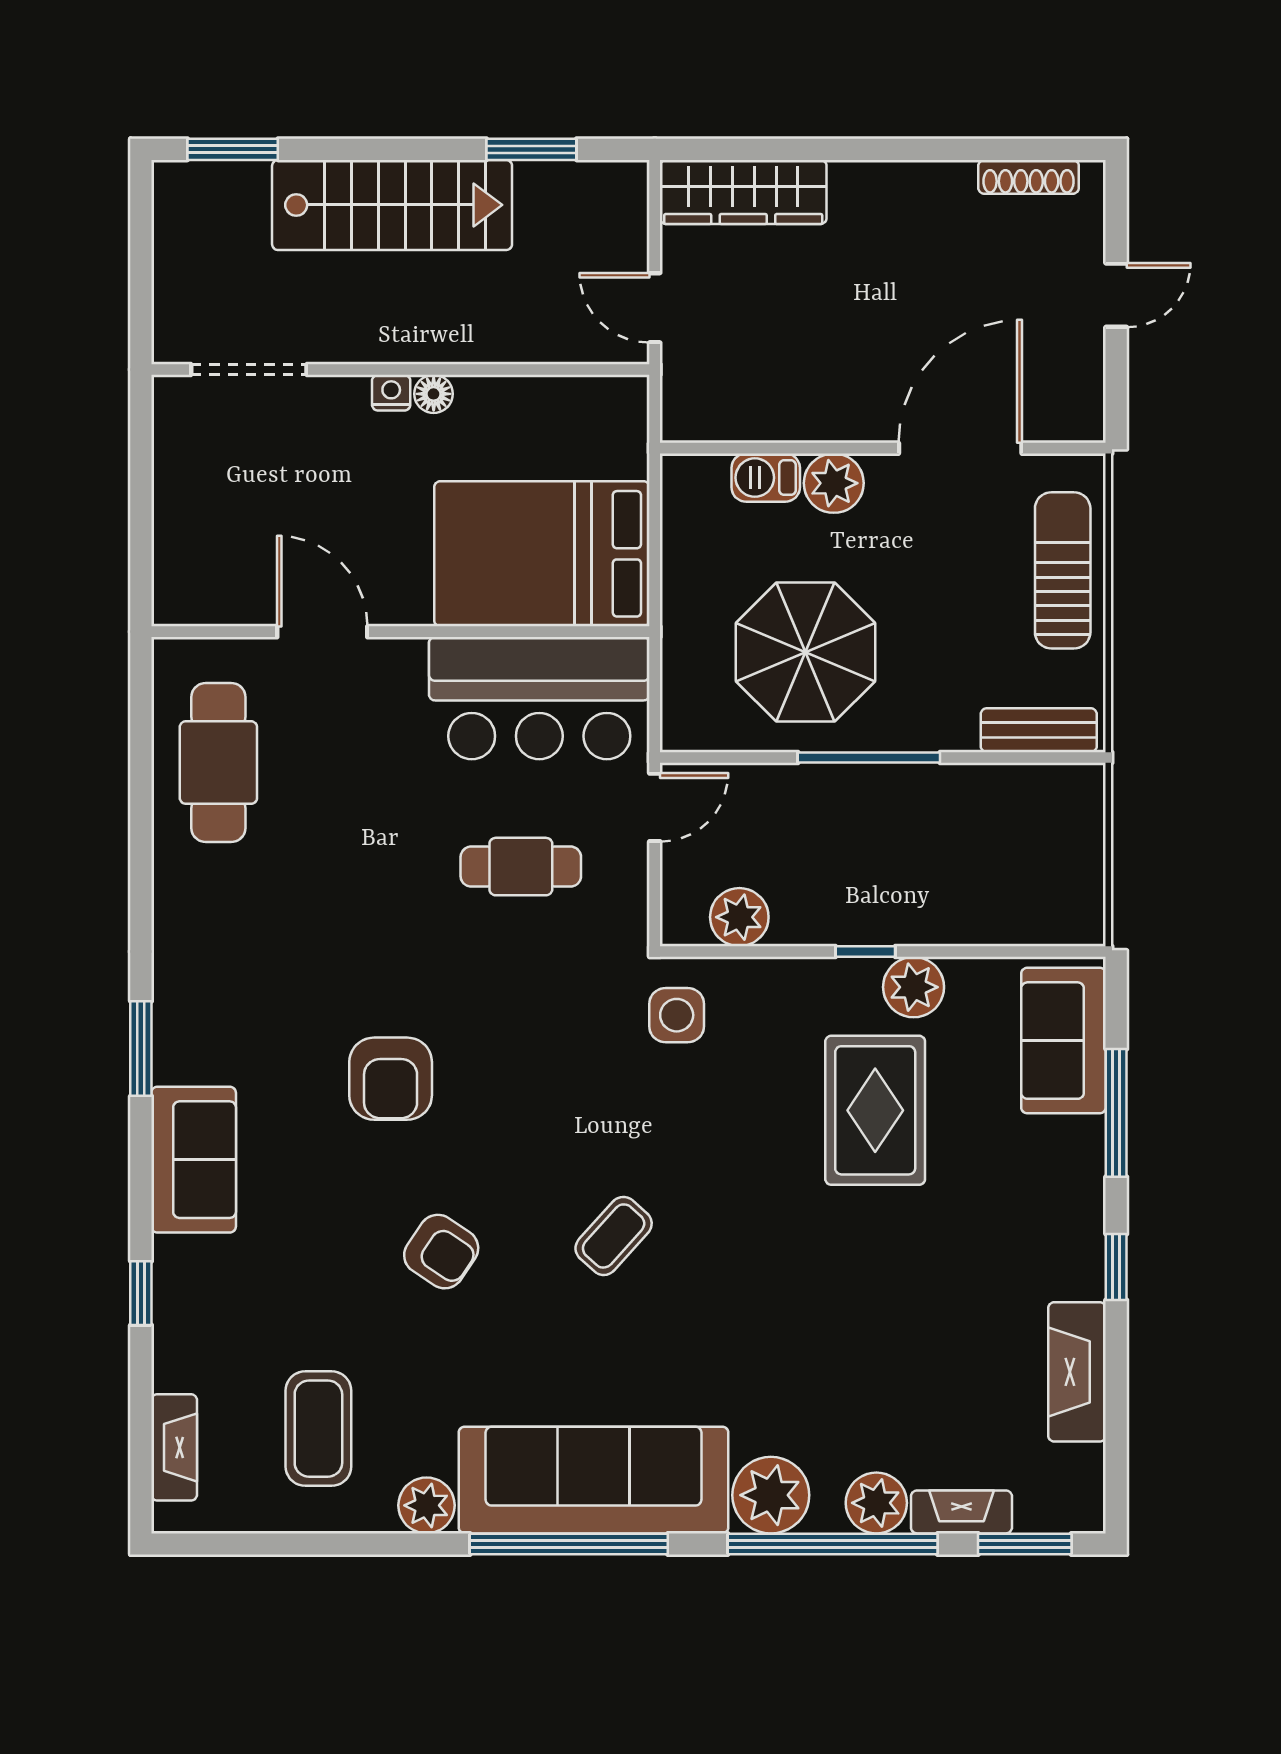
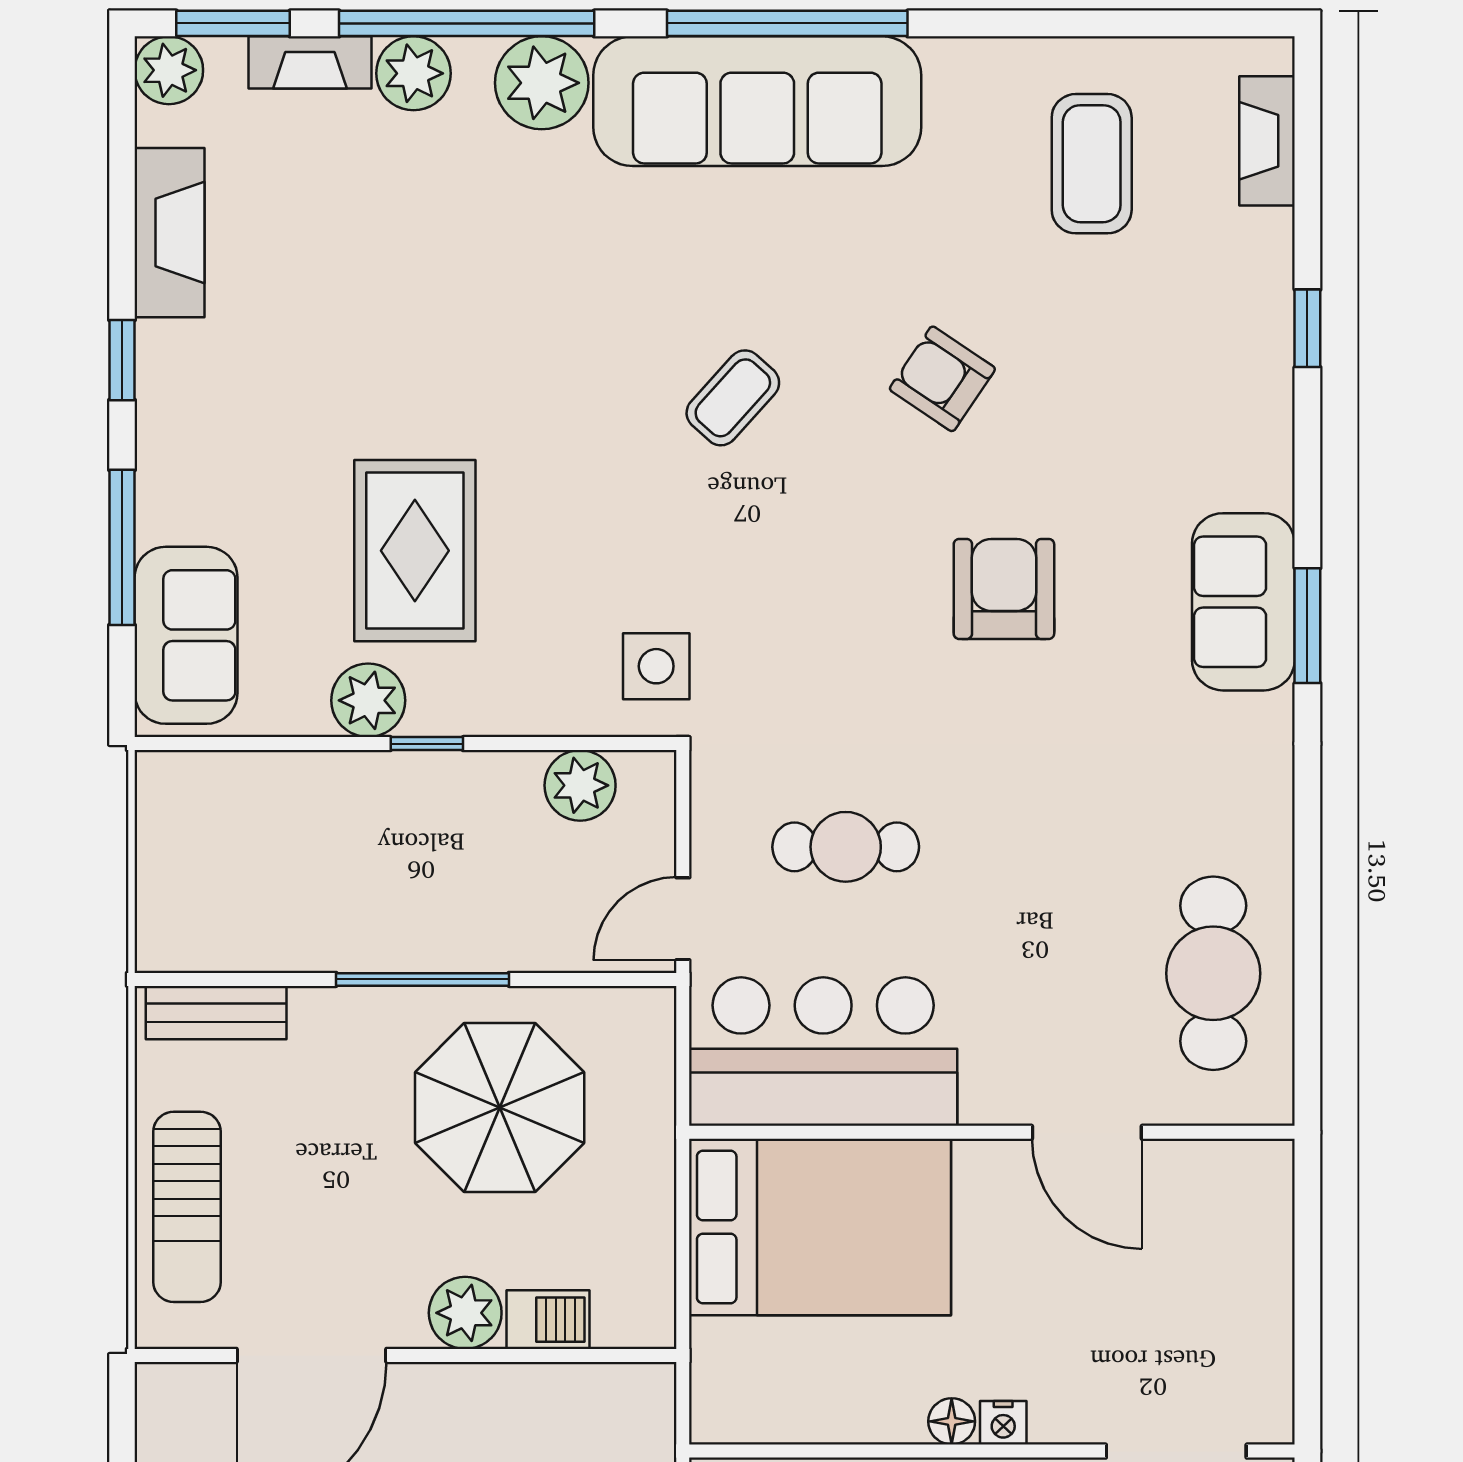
sofa: (194, 1160) -> (1243, 602), moved
plant: (427, 1505) -> (169, 70), moved

